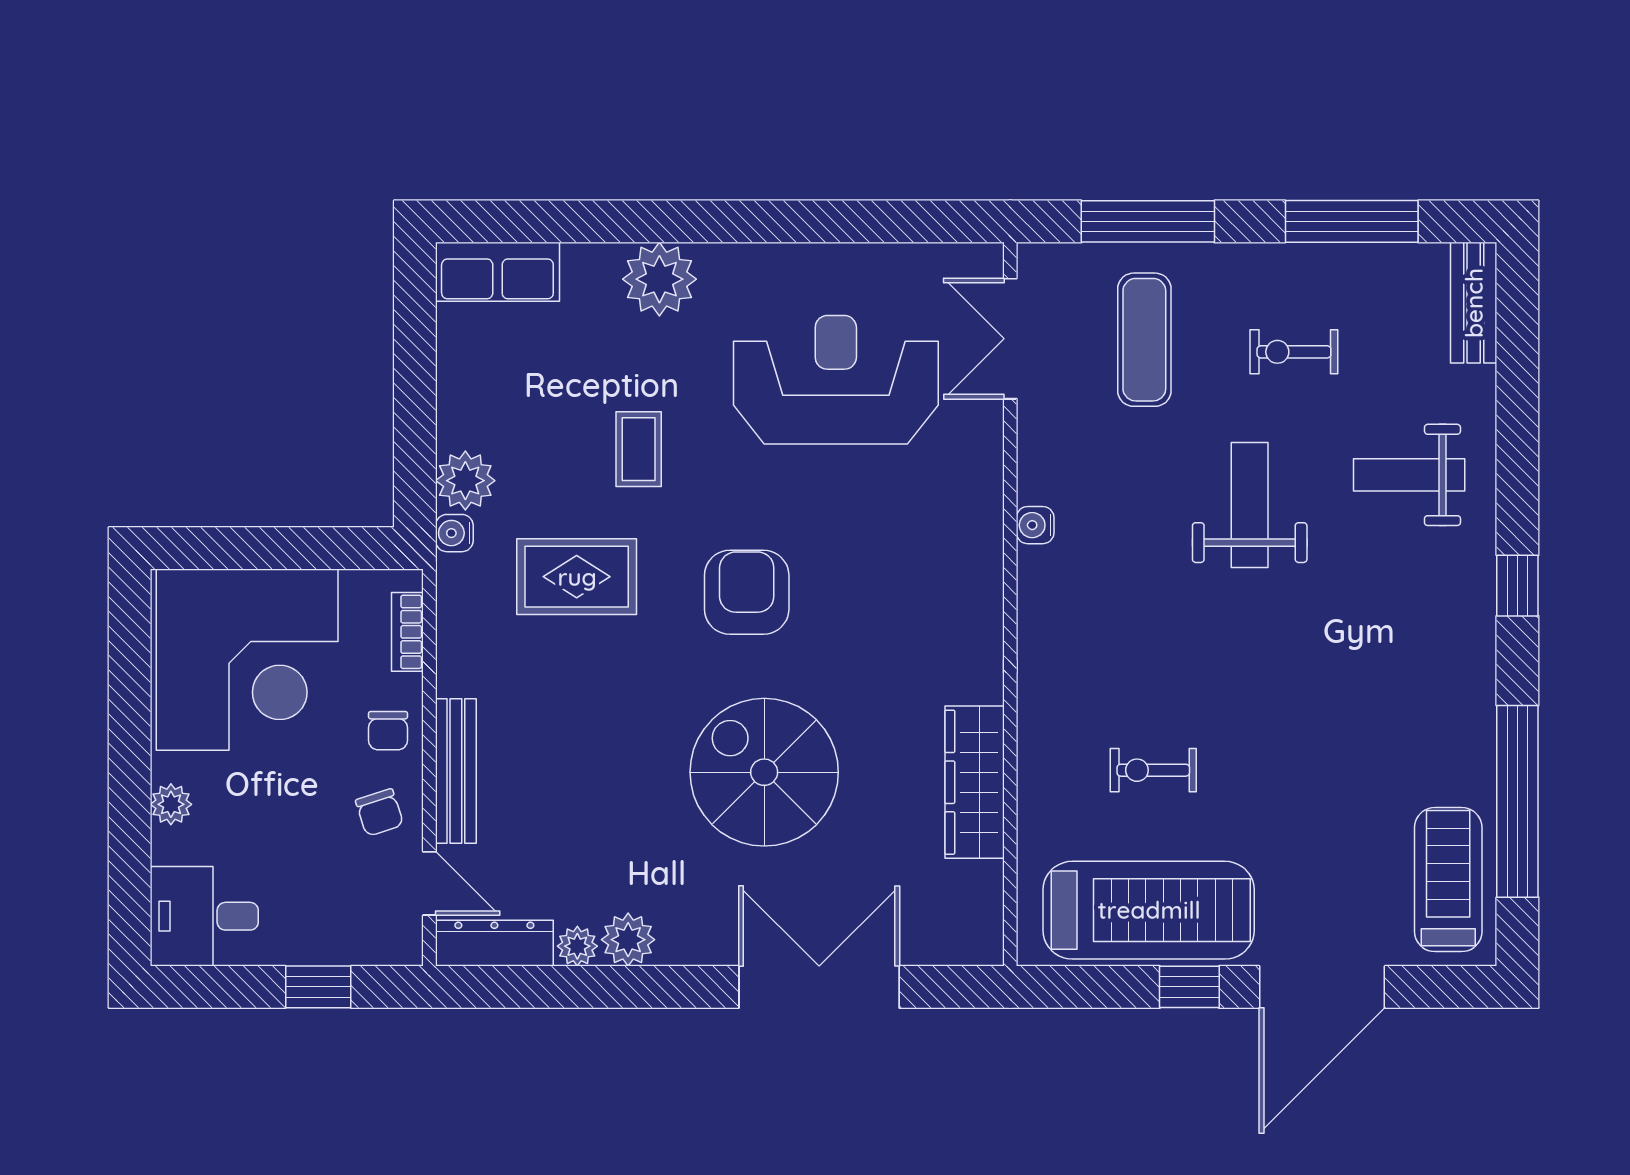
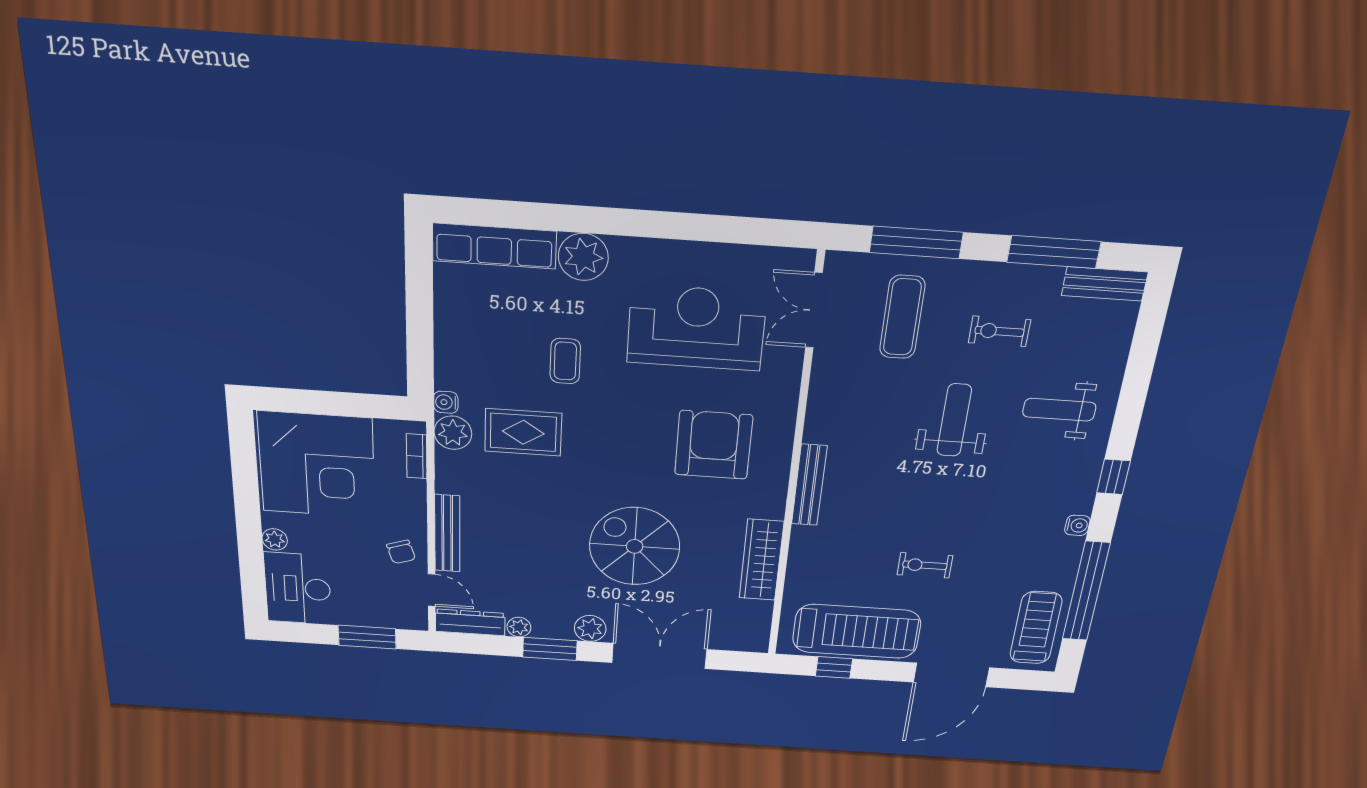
row of seats: (497, 272) -> (494, 246), width x1.48
bench: (1474, 303) -> (1105, 284), moved, turned 90
plant: (465, 481) -> (453, 433), moved
water cooler: (1035, 525) -> (1077, 525), moved, turned 180
armchair: (747, 592) -> (714, 445), moved, width x1.36, depth x1.36
bench: (1037, 637) -> (809, 485), added
chair: (388, 731) -> (406, 509), removed
exercise bike: (1153, 770) -> (925, 565), moved
desk: (204, 916) -> (298, 589), width x1.37
plant: (628, 940) -> (590, 628), moved
window: (318, 987) -> (367, 637), width x1.50
window: (631, 987) -> (550, 649), added
window: (1189, 987) -> (834, 667), moved

